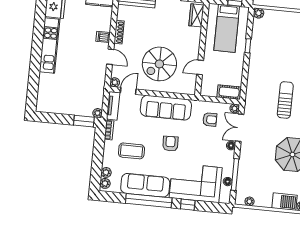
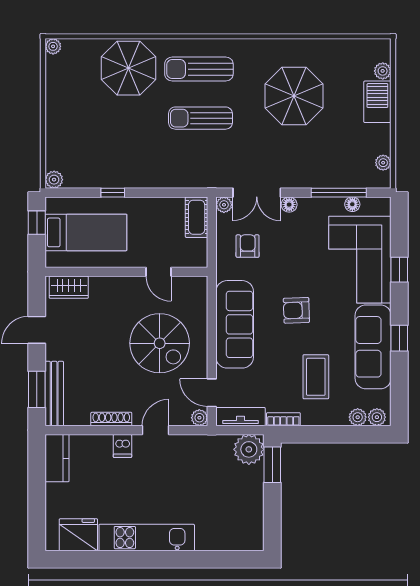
plant: (98, 113) -> (249, 449), width x1.87, depth x1.87
window: (149, 201) -> (399, 338), width x0.32

